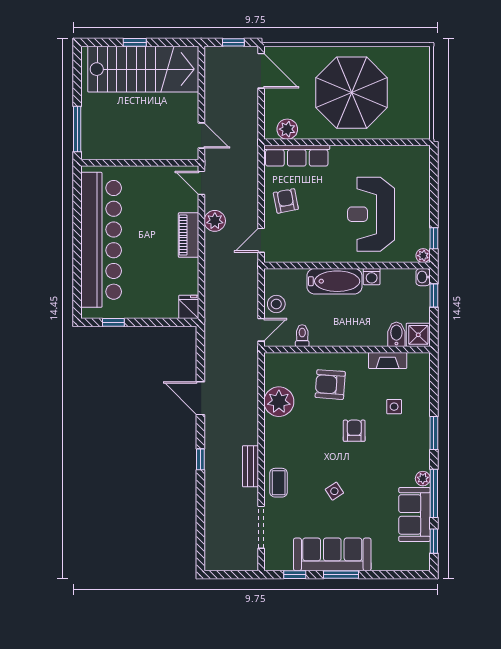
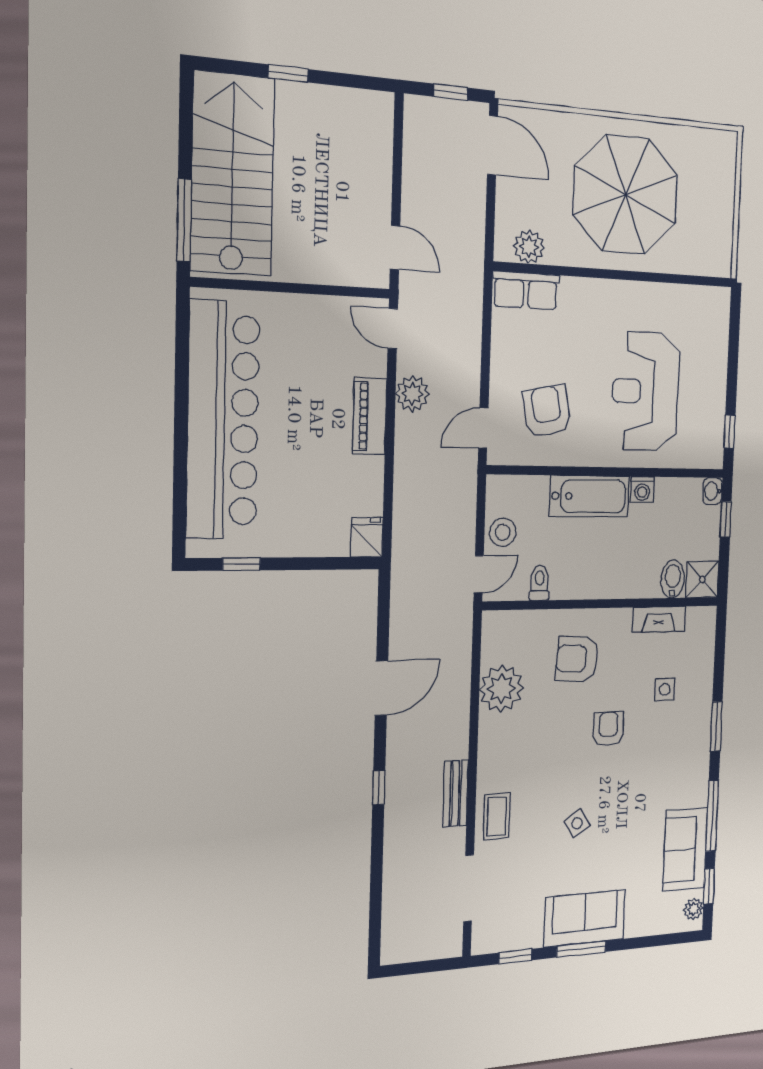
stairs: (143, 69) -> (232, 174), moved, turned -90
row of seats: (297, 156) -> (526, 290), width x0.68
armchair: (286, 201) -> (547, 411), moved, width x1.38, depth x1.38
plant: (423, 256) -> (714, 458), removed
door: (200, 398) -> (381, 688), swing flipped
plant: (423, 479) -> (694, 909), moved
sofa: (332, 554) -> (585, 918), width x0.73

